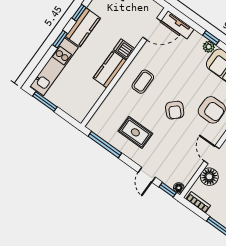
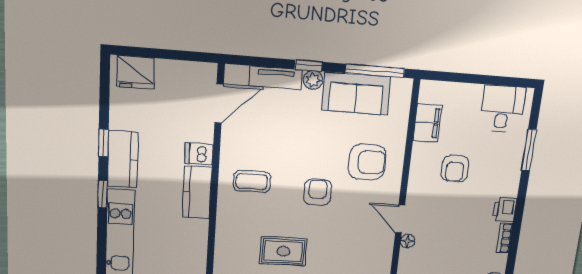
tv unit: (177, 25) -> (276, 78), moved
coffee table: (143, 82) -> (252, 182), turned 90
armchair: (175, 110) -> (318, 192), turned -137
floor lamp: (209, 177) -> (408, 241), width x0.53, depth x0.53

